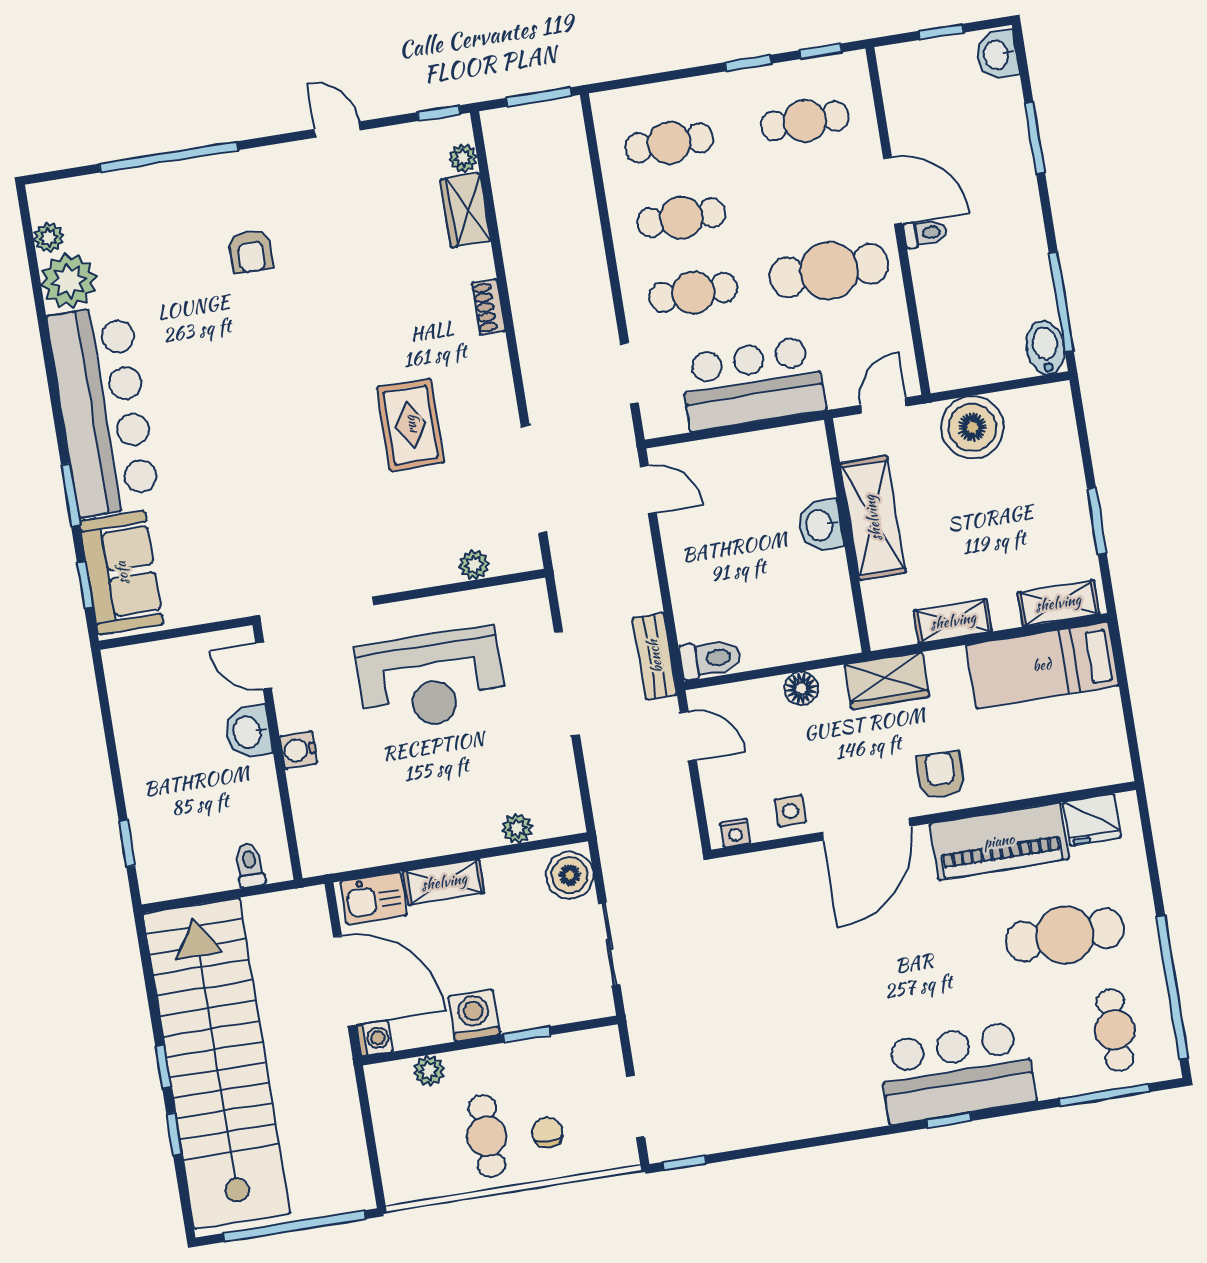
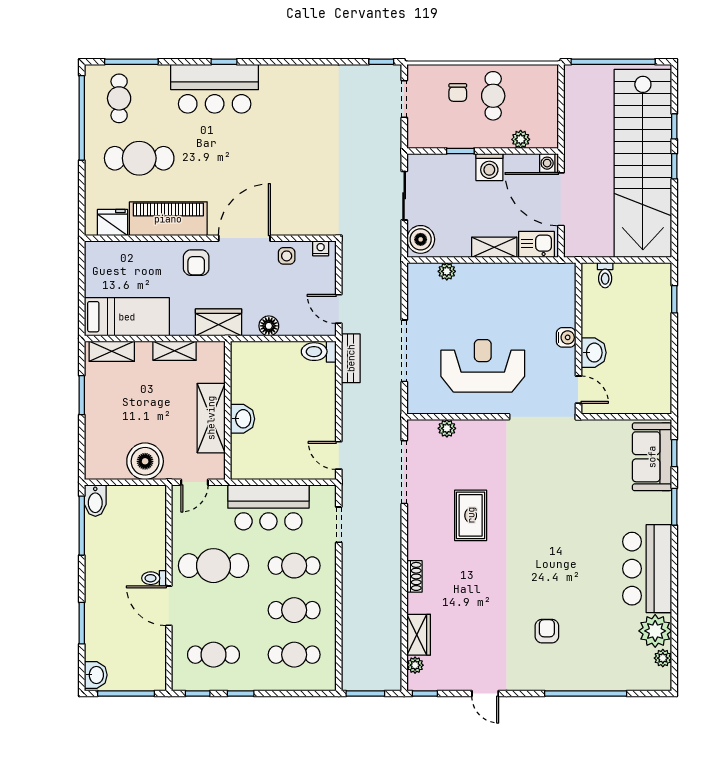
window: (941, 32) -> (126, 693), width x2.17
bar counter: (104, 410) -> (647, 569), width x0.73

